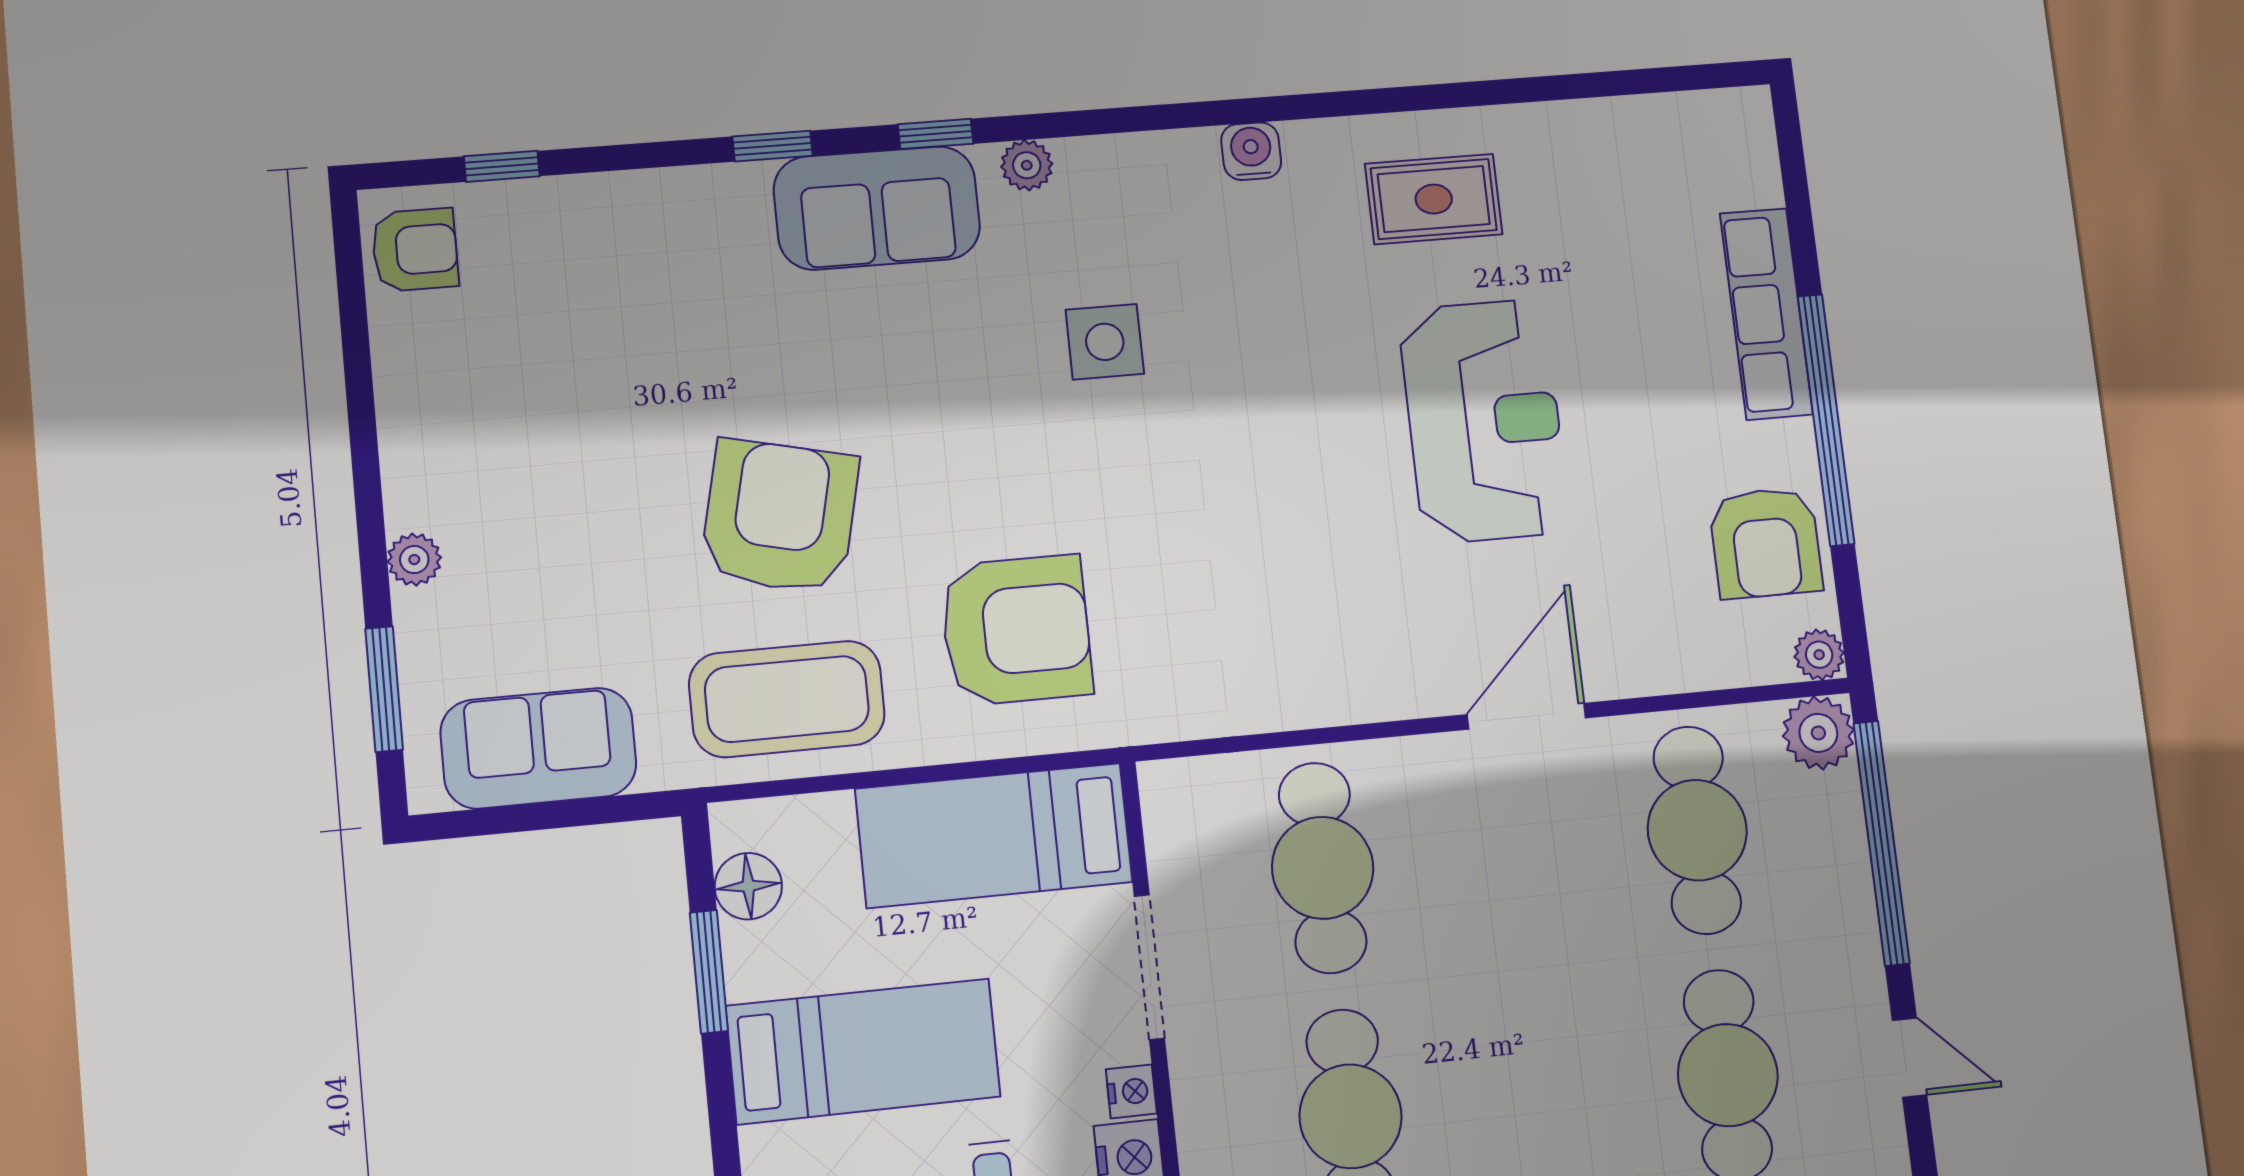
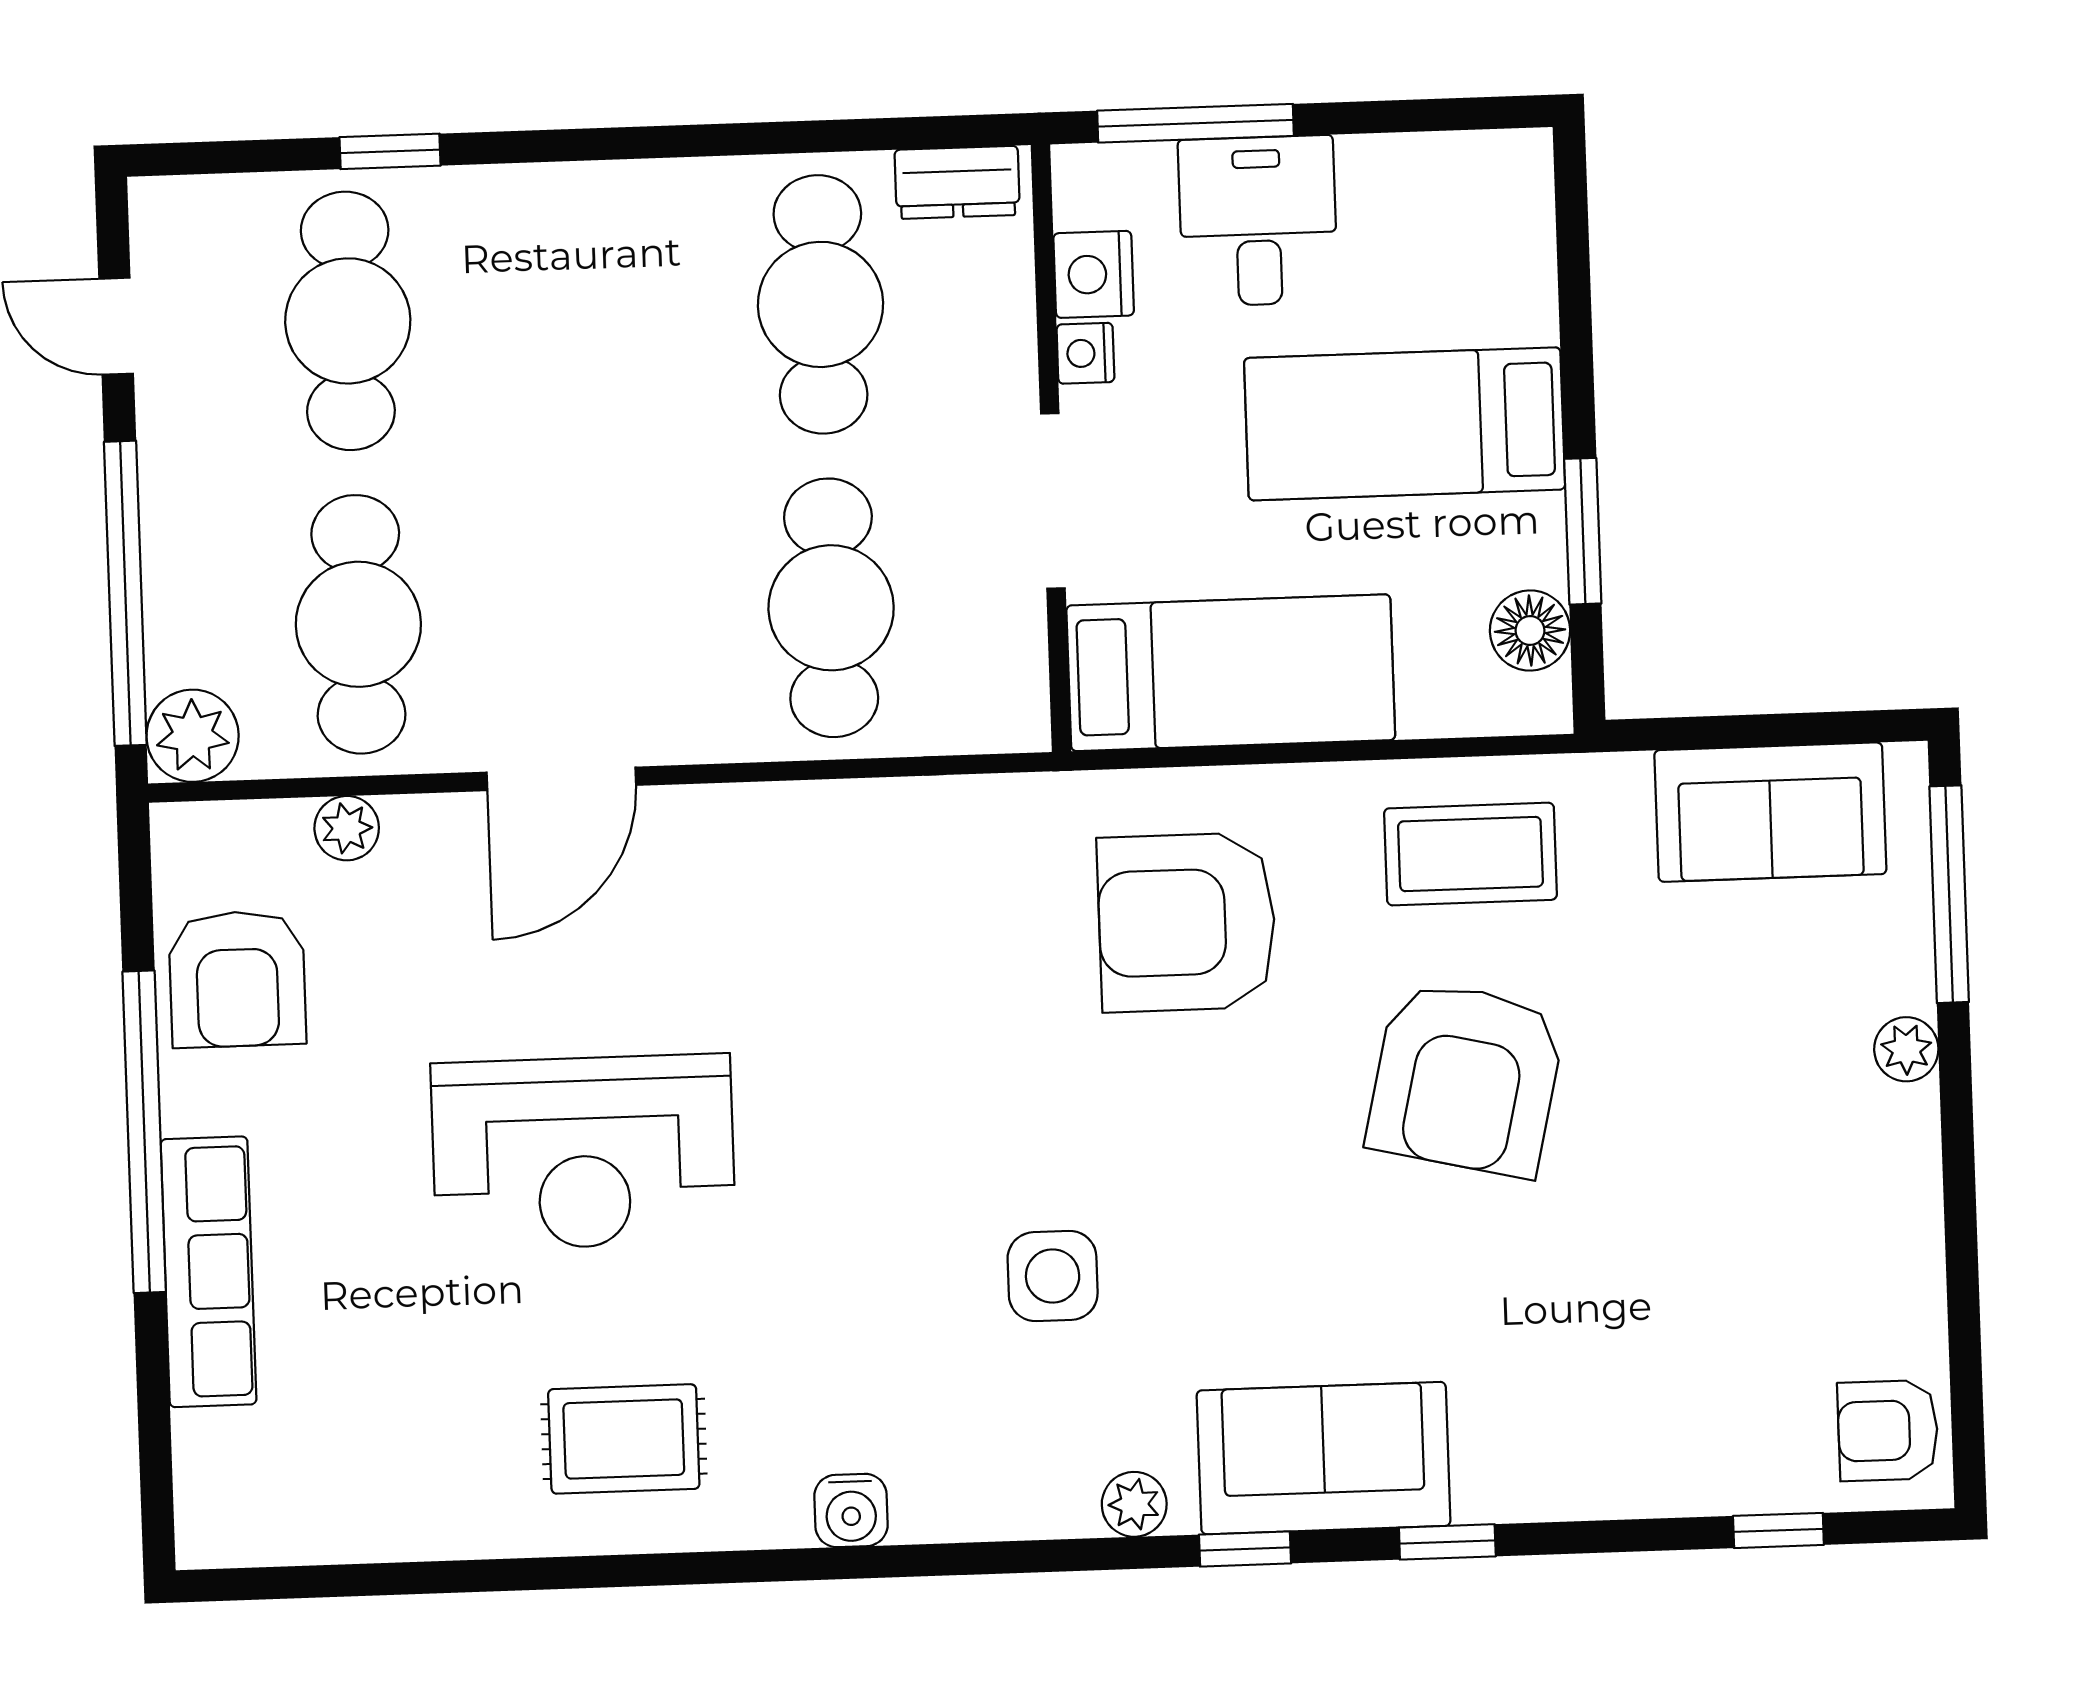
reception desk: (1484, 421) -> (583, 1152), turned -90
armchair: (1766, 543) -> (237, 979), turned 180
plant: (1819, 655) -> (347, 828), moved
window: (384, 689) -> (1949, 894), width x1.44
coffee table: (787, 699) -> (1470, 854), width x0.73, depth x0.76

